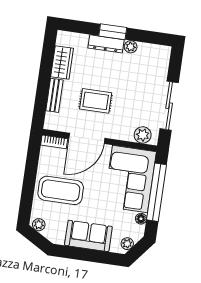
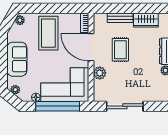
plant: (143, 135) -> (100, 73), moved

